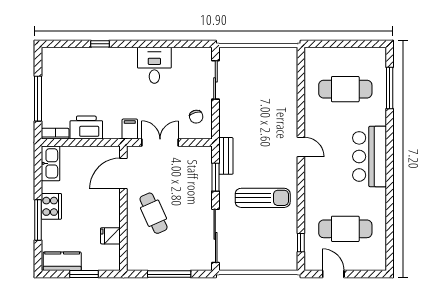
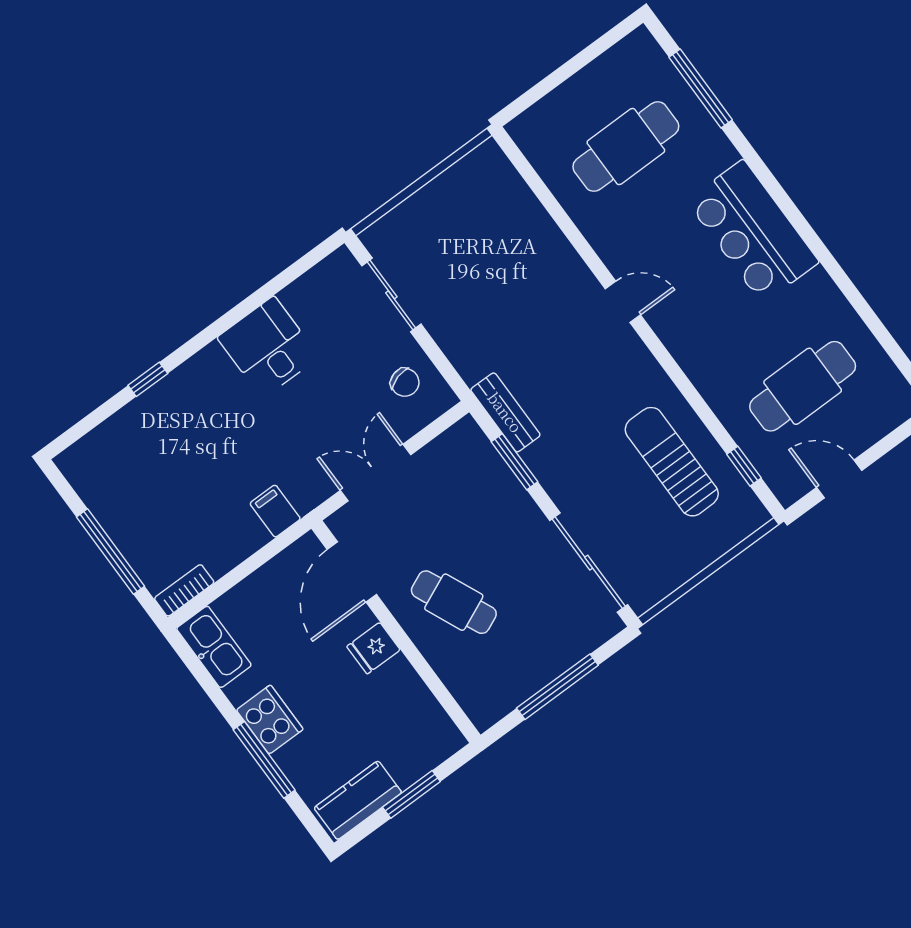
printer: (86, 128) -> (230, 540), removed
filing cabinet: (130, 129) -> (275, 511), moved
sun lounger: (263, 198) -> (672, 462), moved, turned -90
fridge: (110, 236) -> (373, 648), moved

